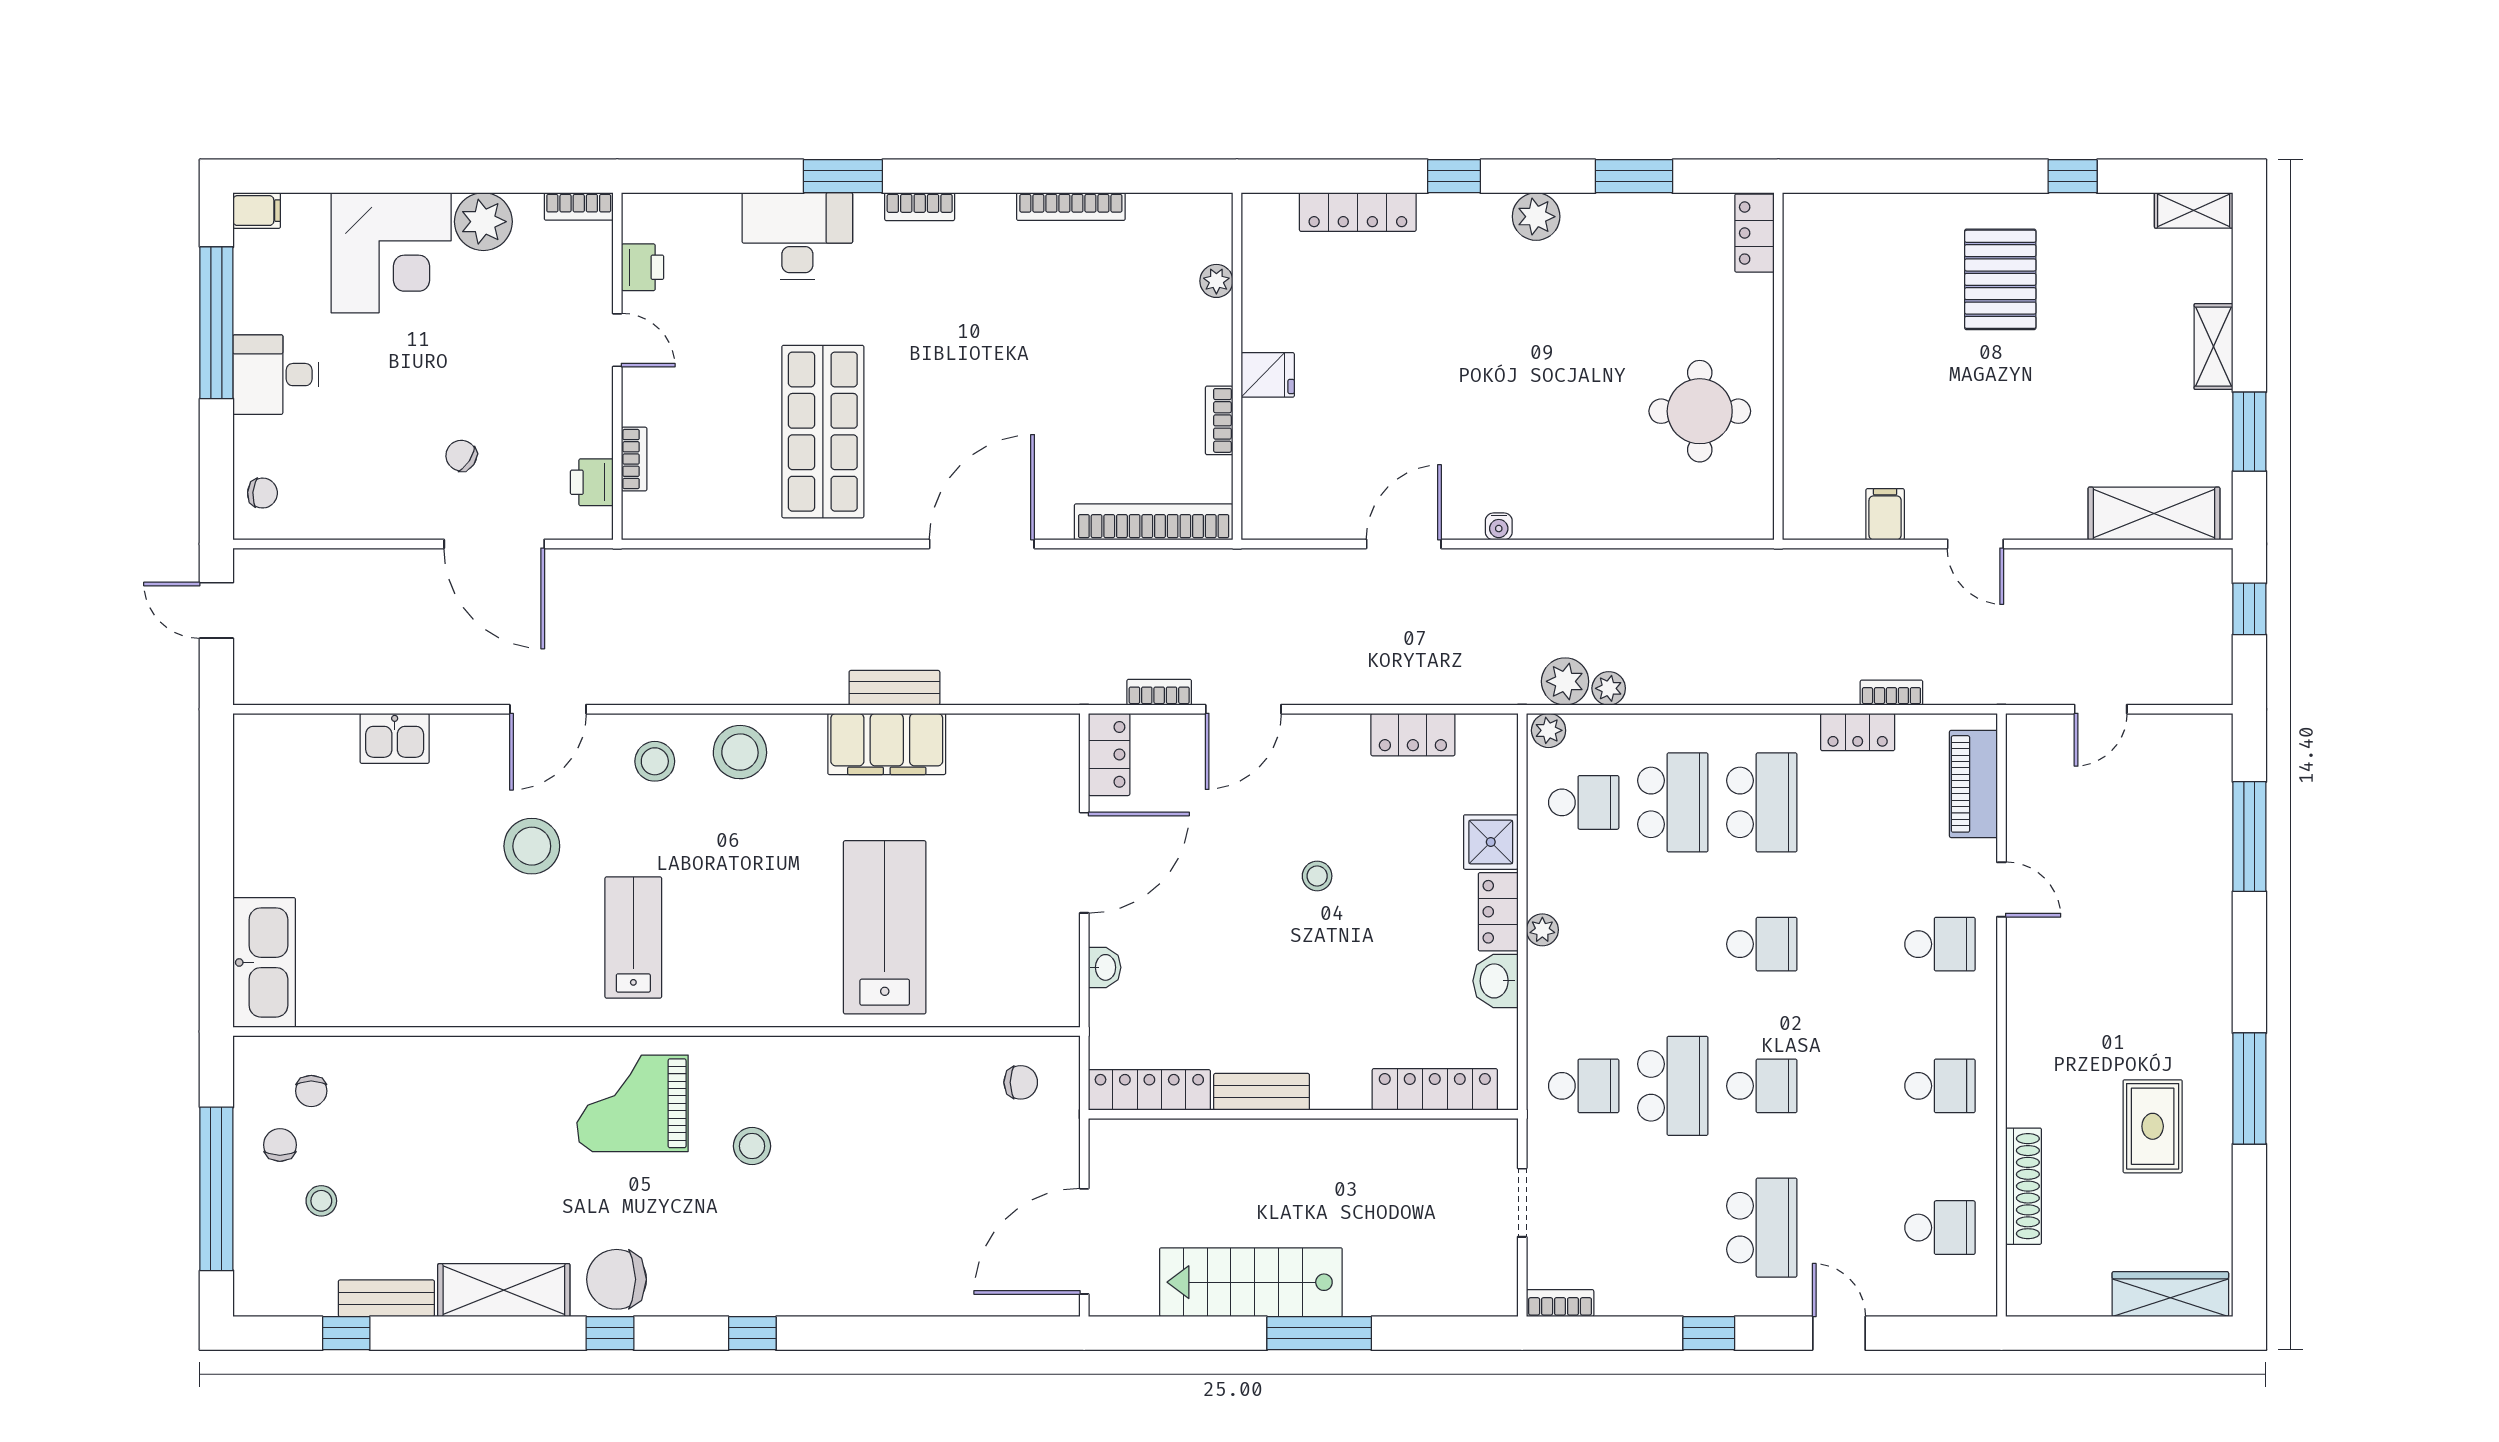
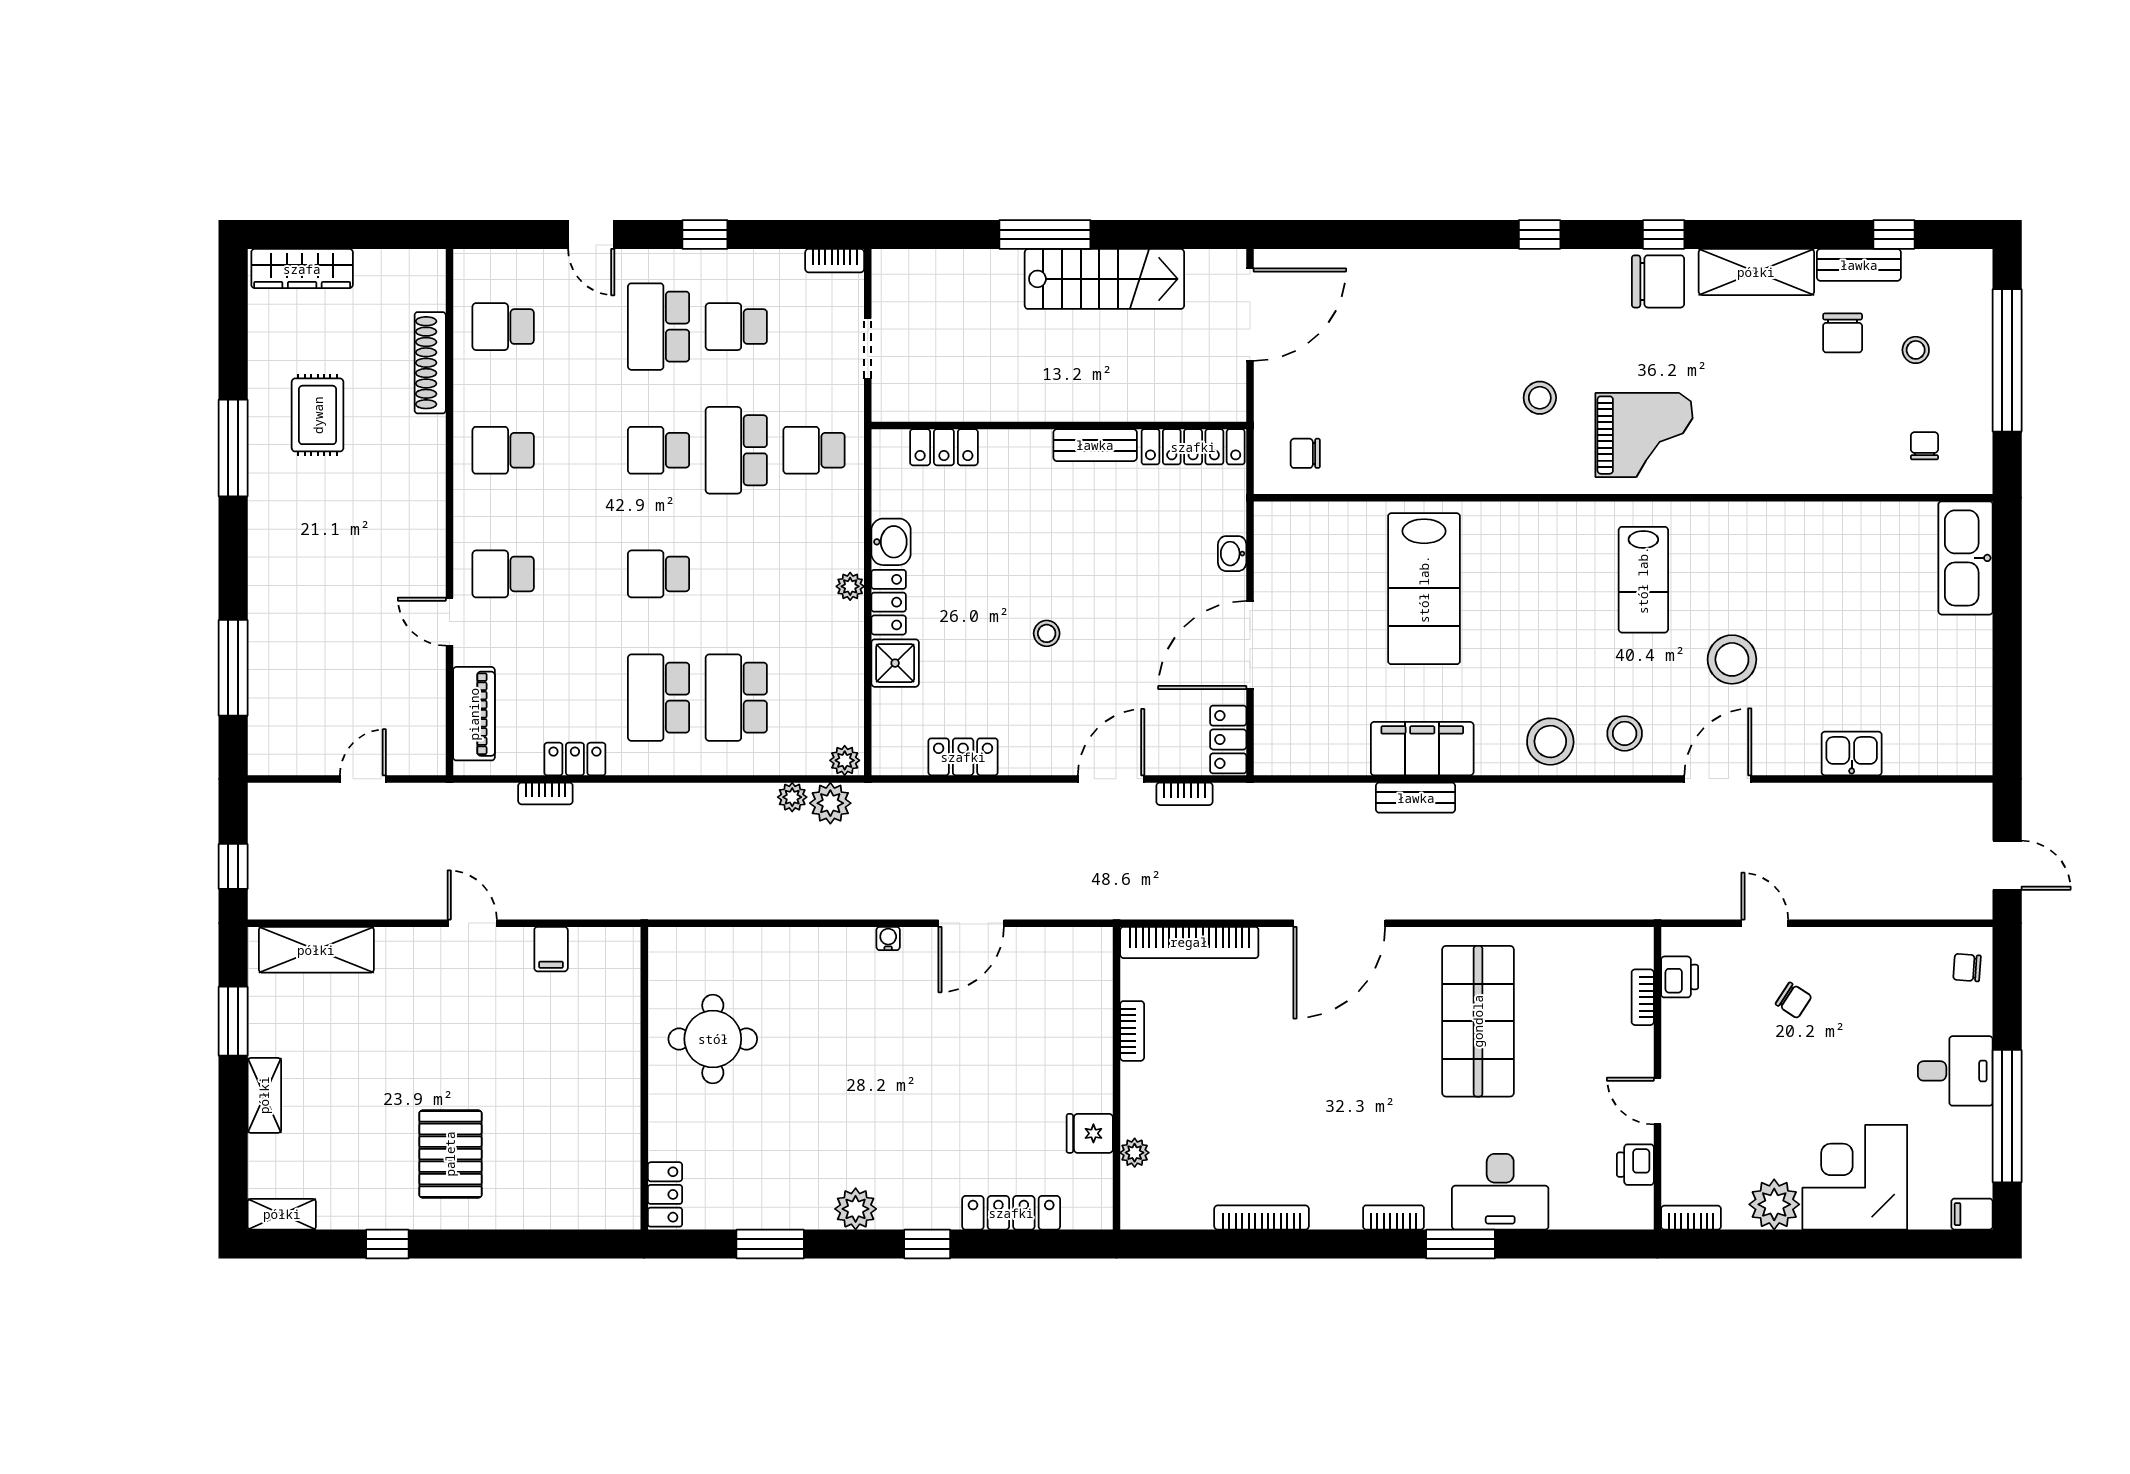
fridge: (1268, 375) -> (1090, 1133), moved
door: (494, 544) -> (1765, 923), width x0.53
school desk: (1584, 802) -> (736, 327), moved
locker: (1435, 1089) -> (944, 447), width x0.66
chair: (280, 1145) -> (1843, 333), moved, width x1.37, depth x1.37

